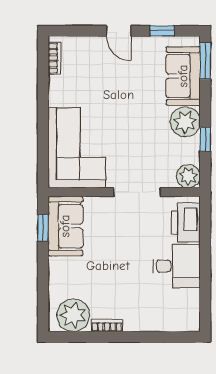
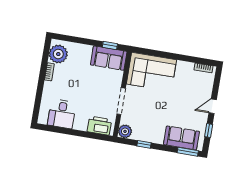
plant: (185, 122) -> (156, 135), removed
desk: (176, 266) -> (62, 114), moved

